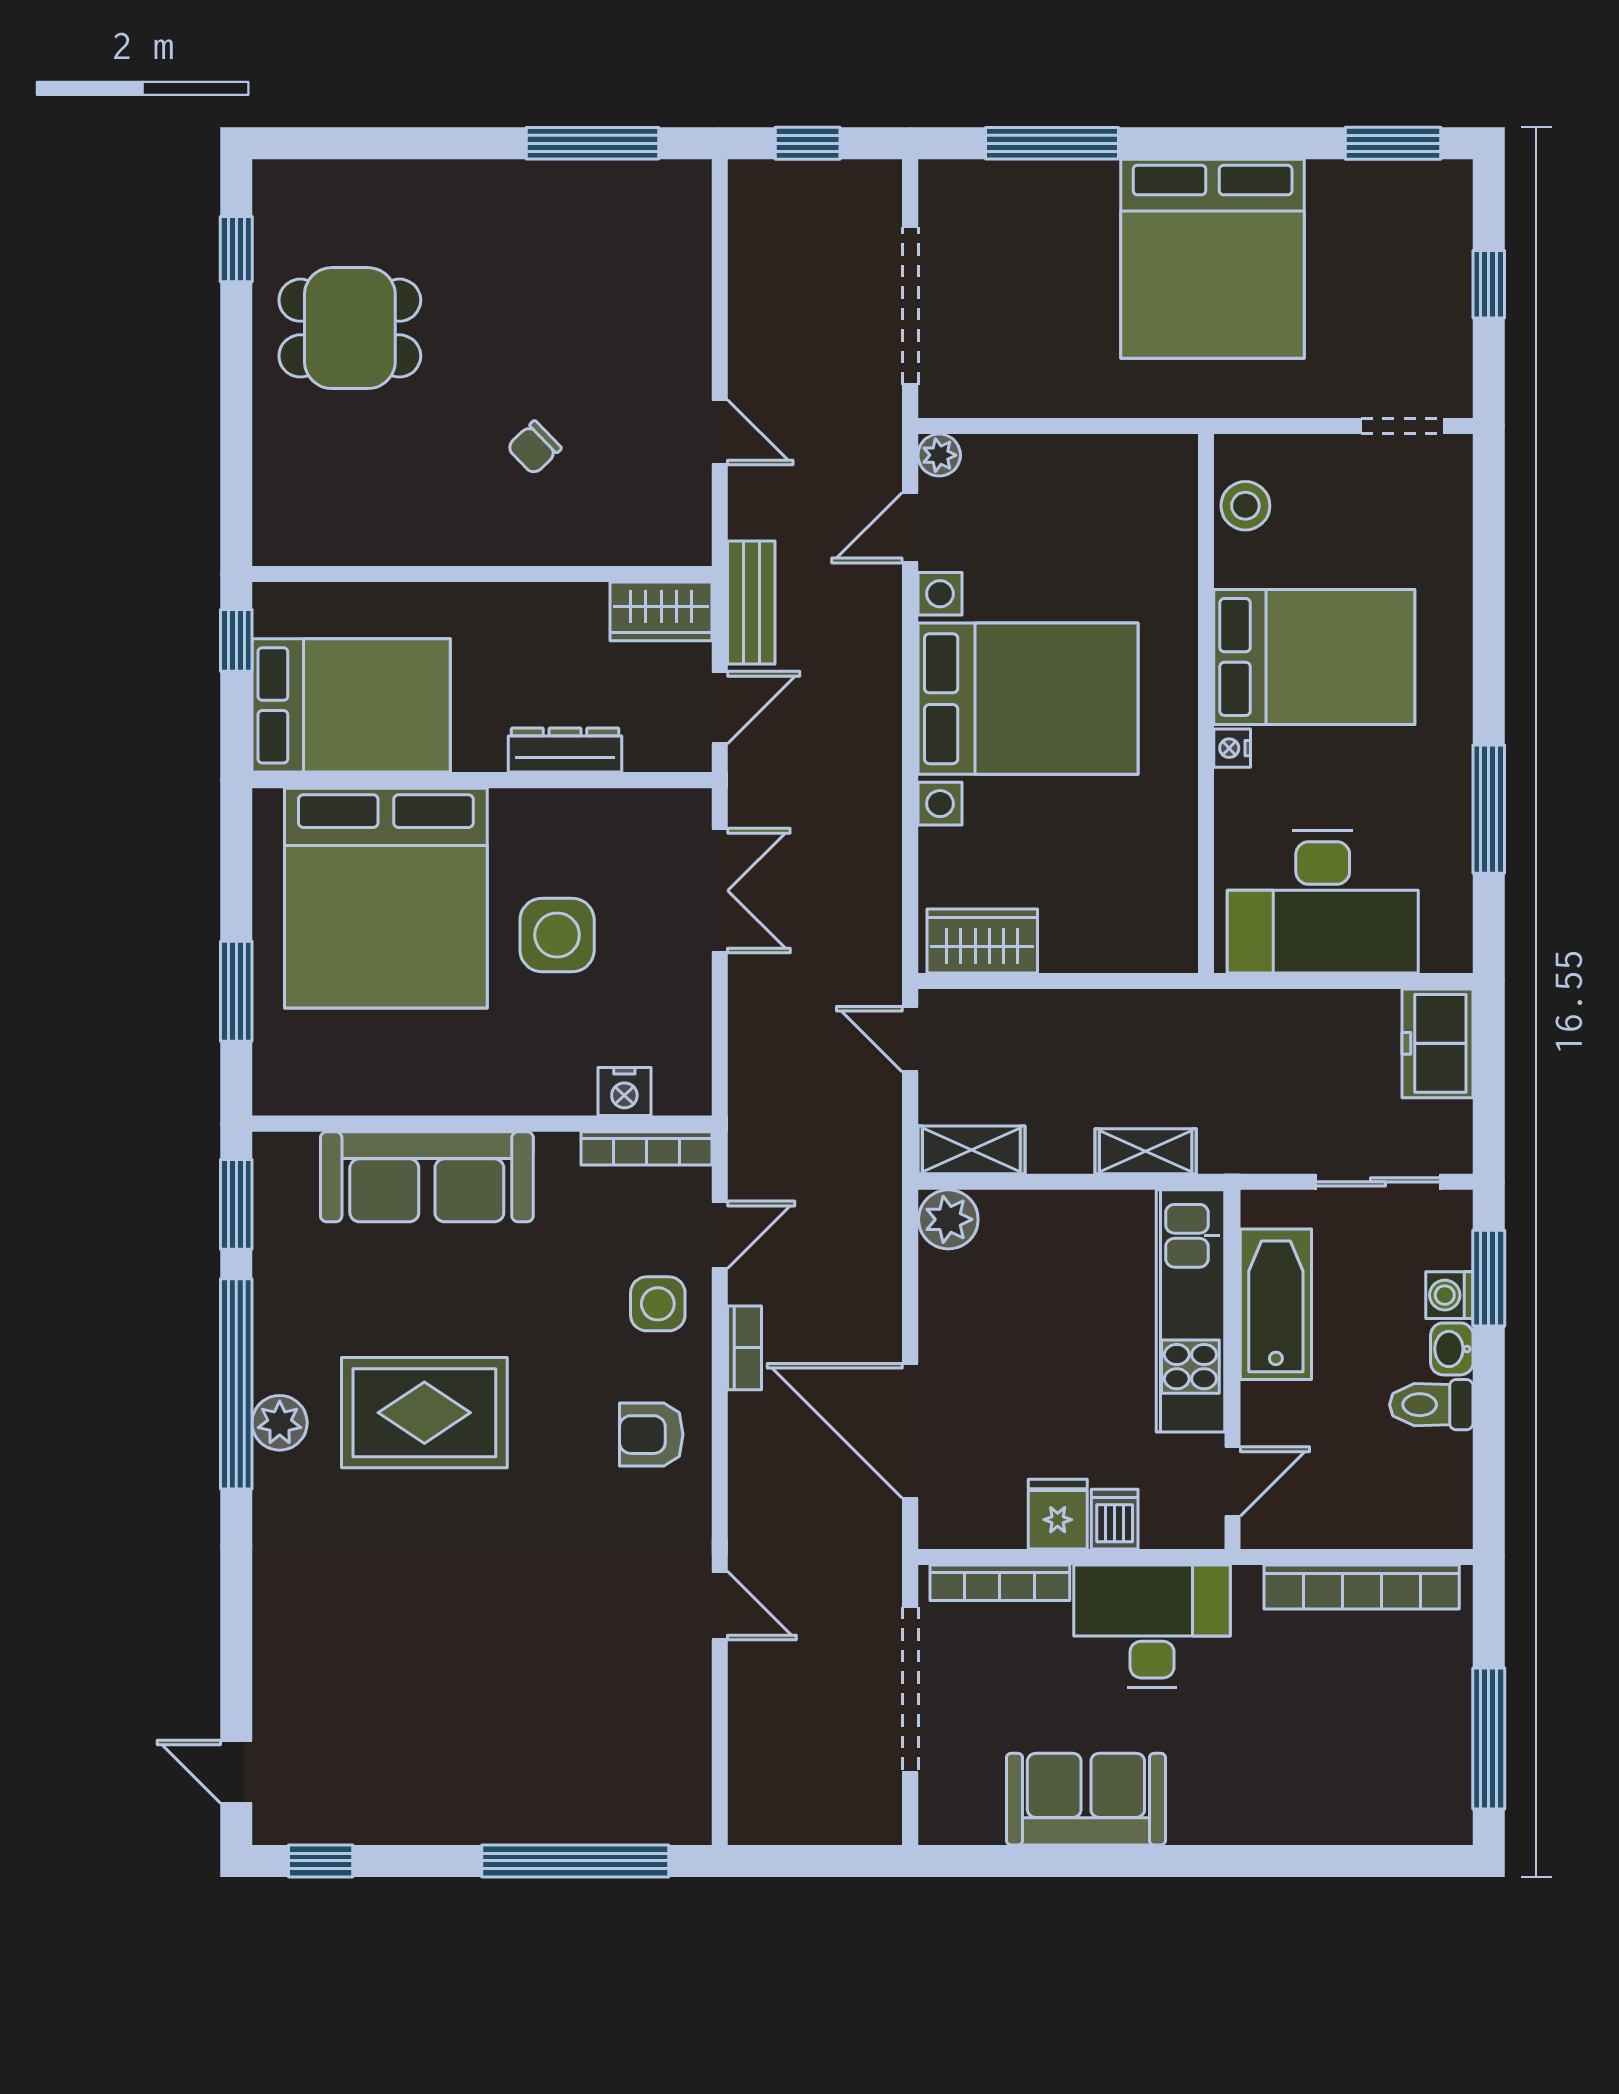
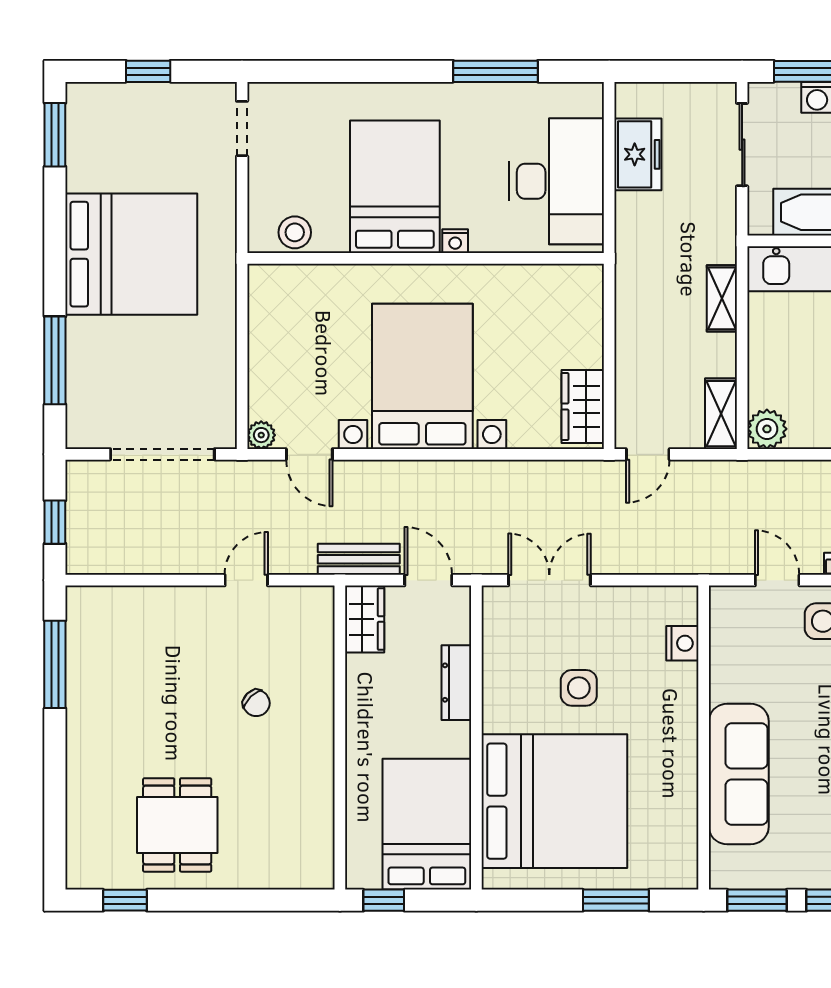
side table: (557, 935) -> (579, 688), width x0.73, depth x0.73
freezer: (1438, 1043) -> (638, 154), moved, turned -90
bookcase: (647, 1148) -> (720, 629), removed

